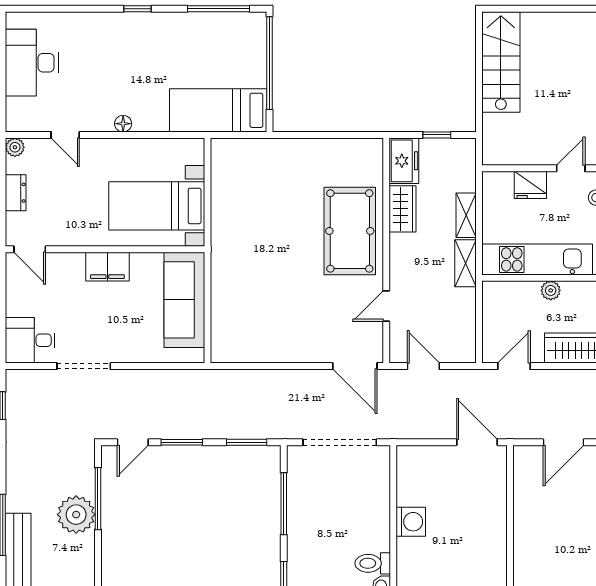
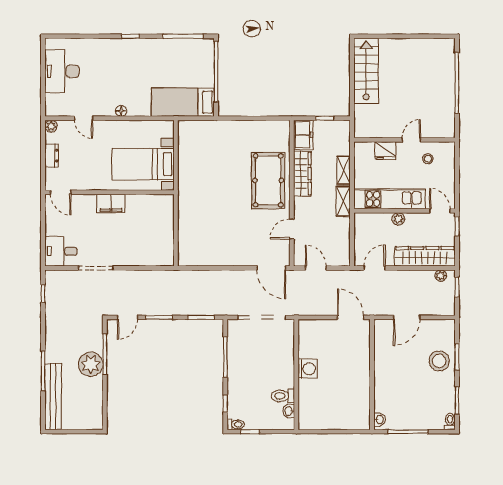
wardrobe: (402, 209) -> (302, 174), width x1.50
sofa: (184, 300) -> (161, 225), removed

